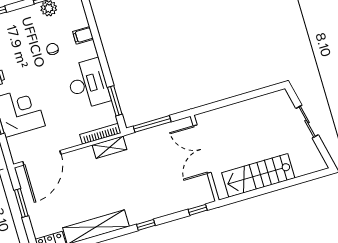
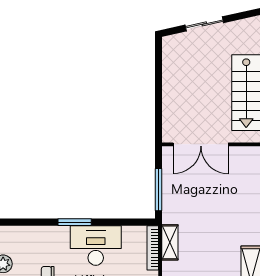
filing cabinet: (83, 35) -> (43, 236), removed
window: (115, 101) -> (75, 222), moved

